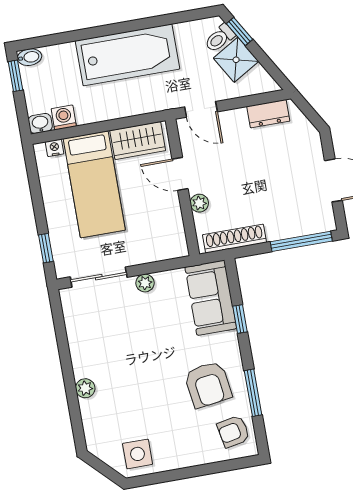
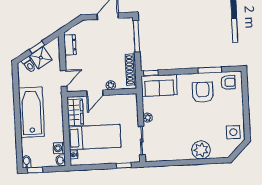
window: (239, 31) -> (37, 47), moved
window: (240, 319) -> (151, 73), moved
armchair: (208, 385) -> (203, 92), turned -82
plant: (85, 388) -> (201, 150), width x1.87, depth x1.87
armchair: (233, 432) -> (228, 82), turned -79

